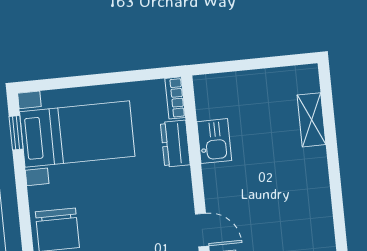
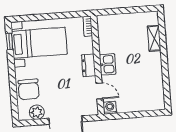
kitchen sink: (214, 141) -> (108, 64), moved
dresser: (175, 144) -> (88, 65), moved

